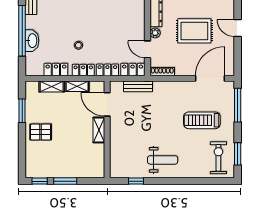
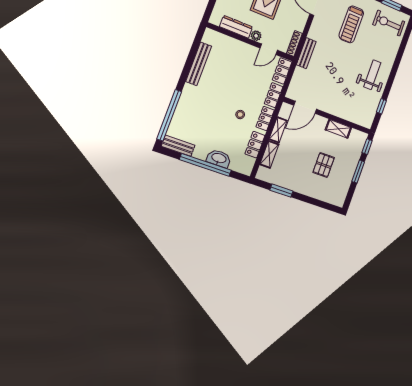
bench: (138, 86) -> (306, 53), moved
shelving: (99, 130) -> (338, 129), moved
pallet: (41, 132) -> (324, 165), moved
window: (40, 181) -> (367, 147), moved

